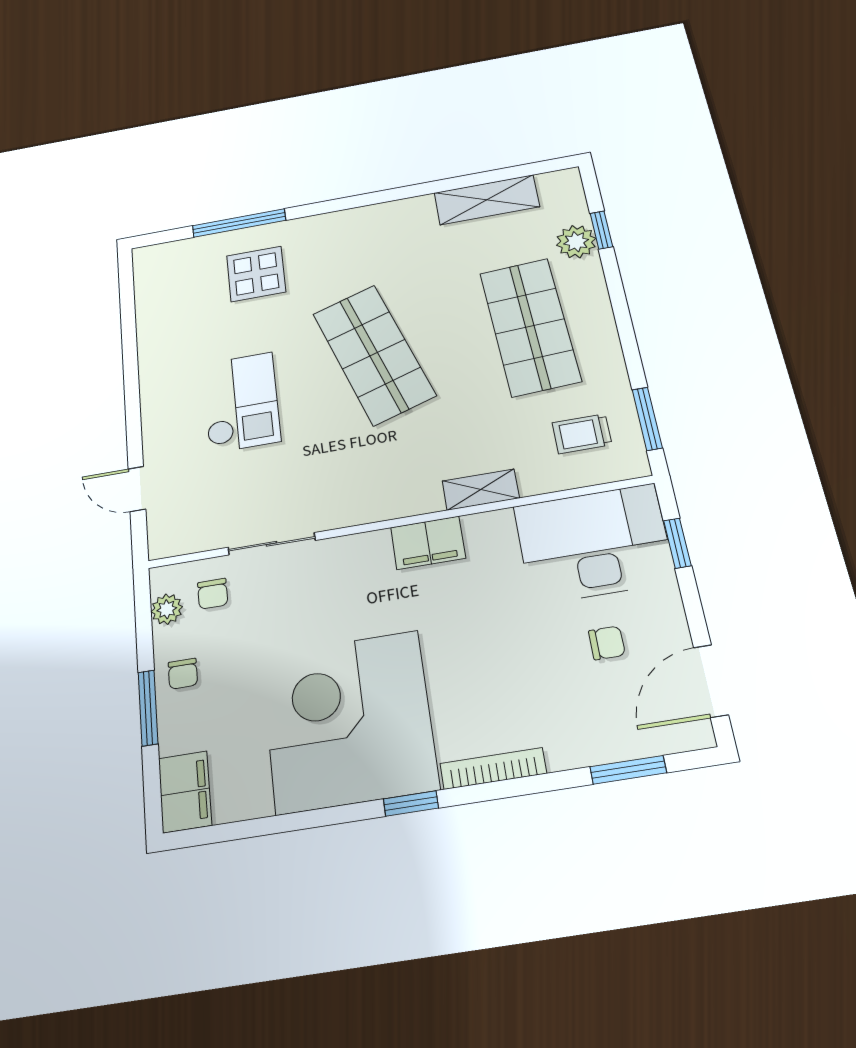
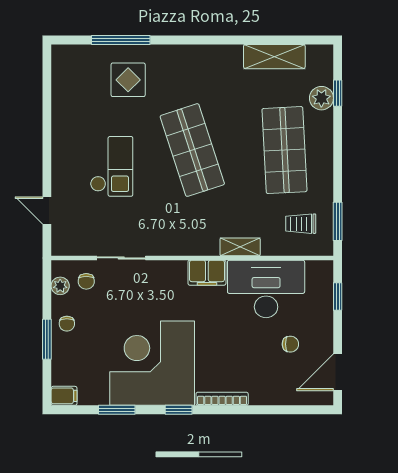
desk: (594, 544) -> (266, 289), moved
window: (628, 770) -> (117, 410), moved
filing cabinet: (185, 792) -> (64, 396), width x0.50

